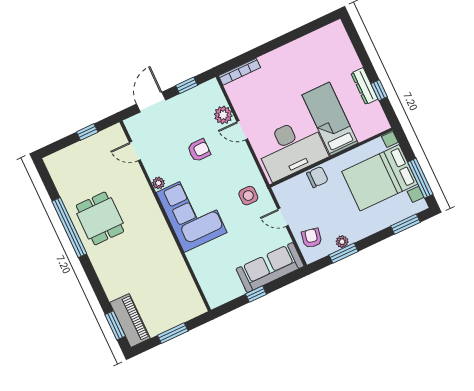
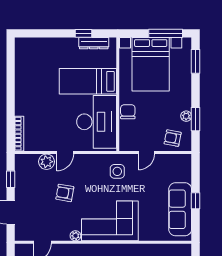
dresser: (364, 86) -> (94, 43), moved
armchair: (199, 150) -> (65, 193), turned -80
sofa: (270, 268) -> (180, 209), moved

